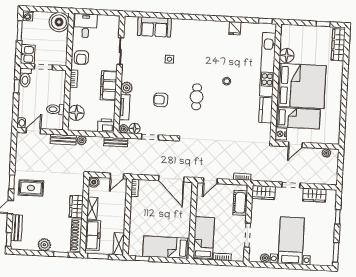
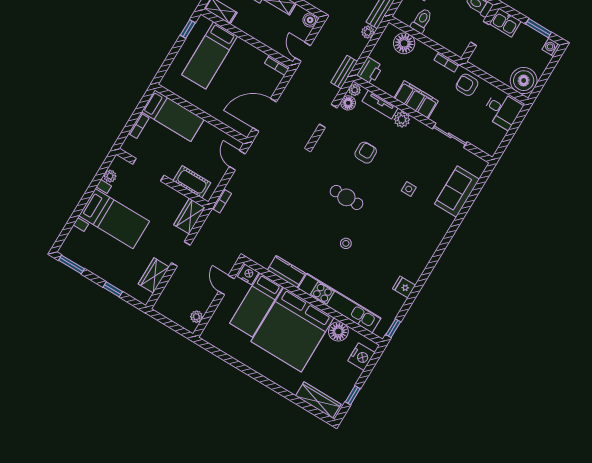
nightstand: (295, 32) -> (361, 357), added
bed: (166, 247) -> (210, 55), moved, turned 180

